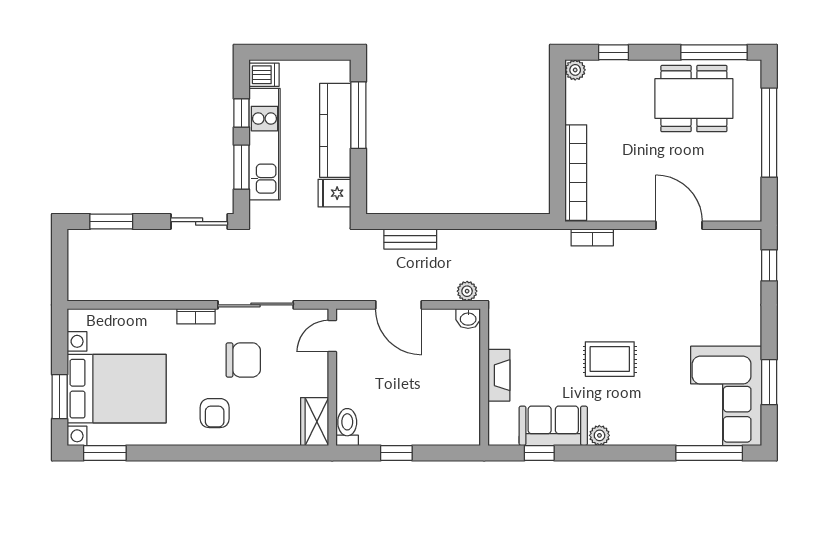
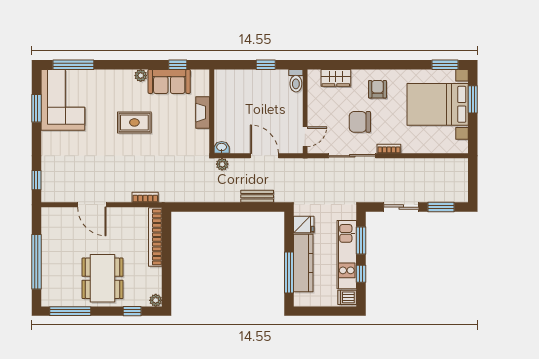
dining table: (694, 99) -> (103, 278), moved, turned 90
sliding door: (199, 222) -> (401, 207), moved
wardrobe: (315, 422) -> (336, 78), moved, turned 90

